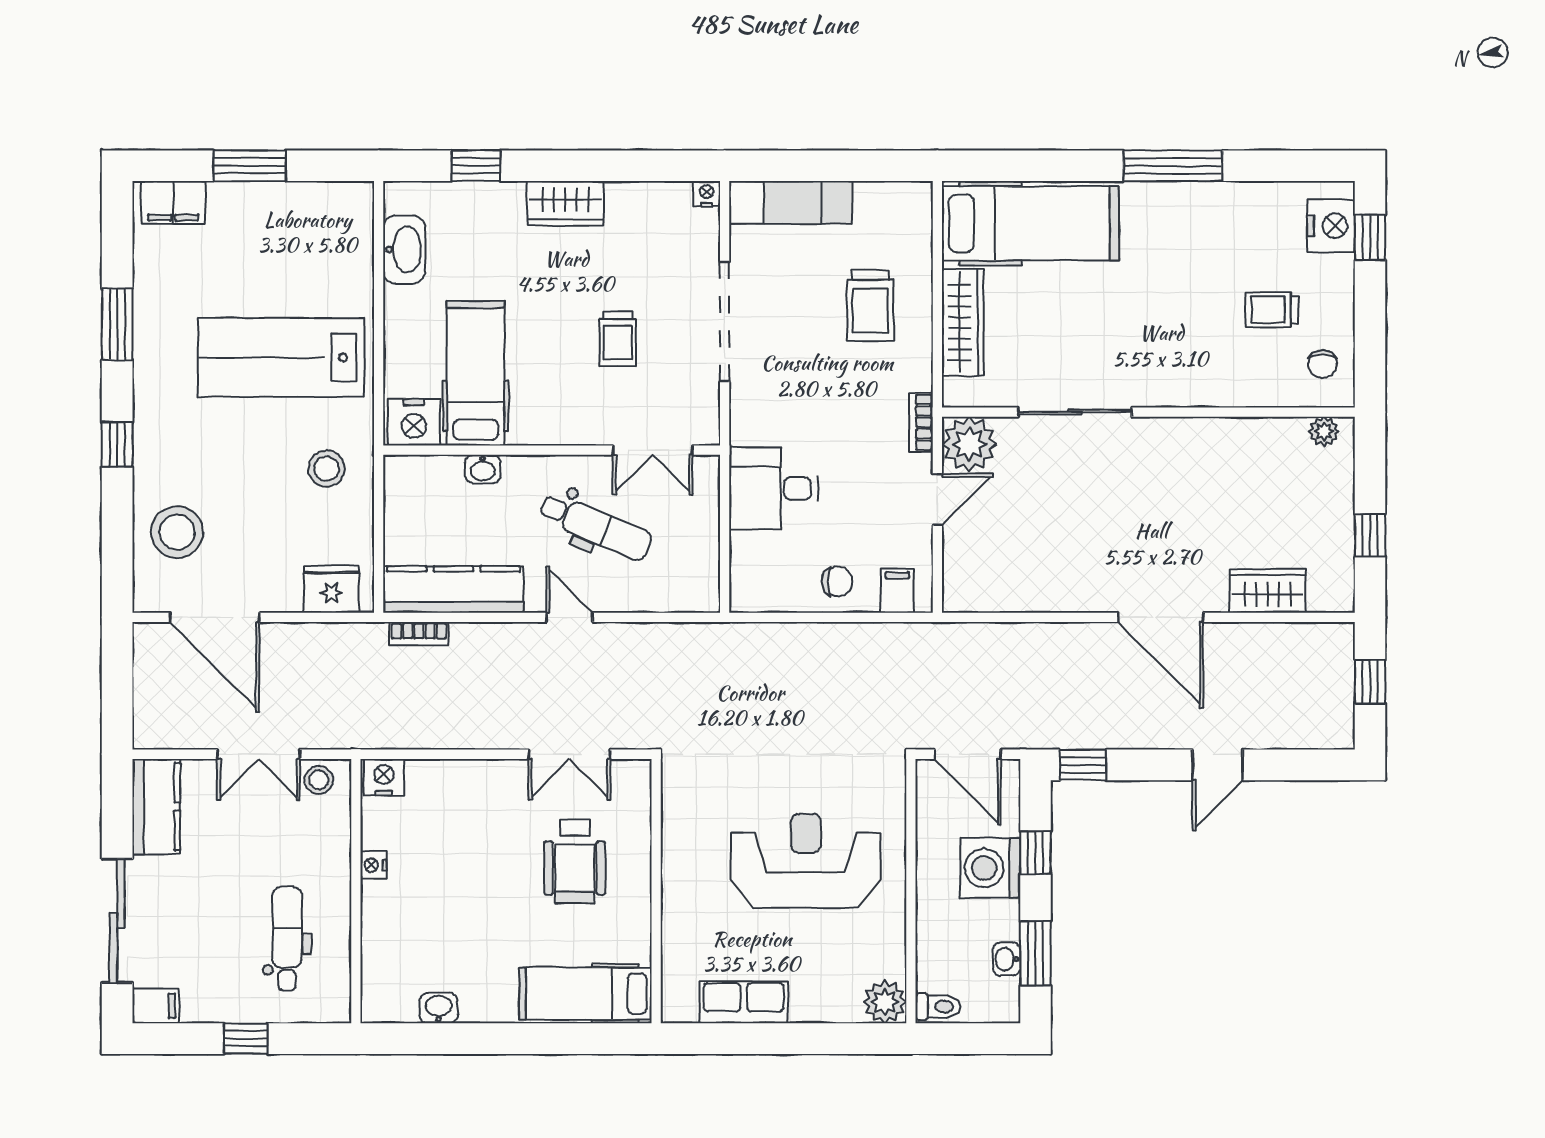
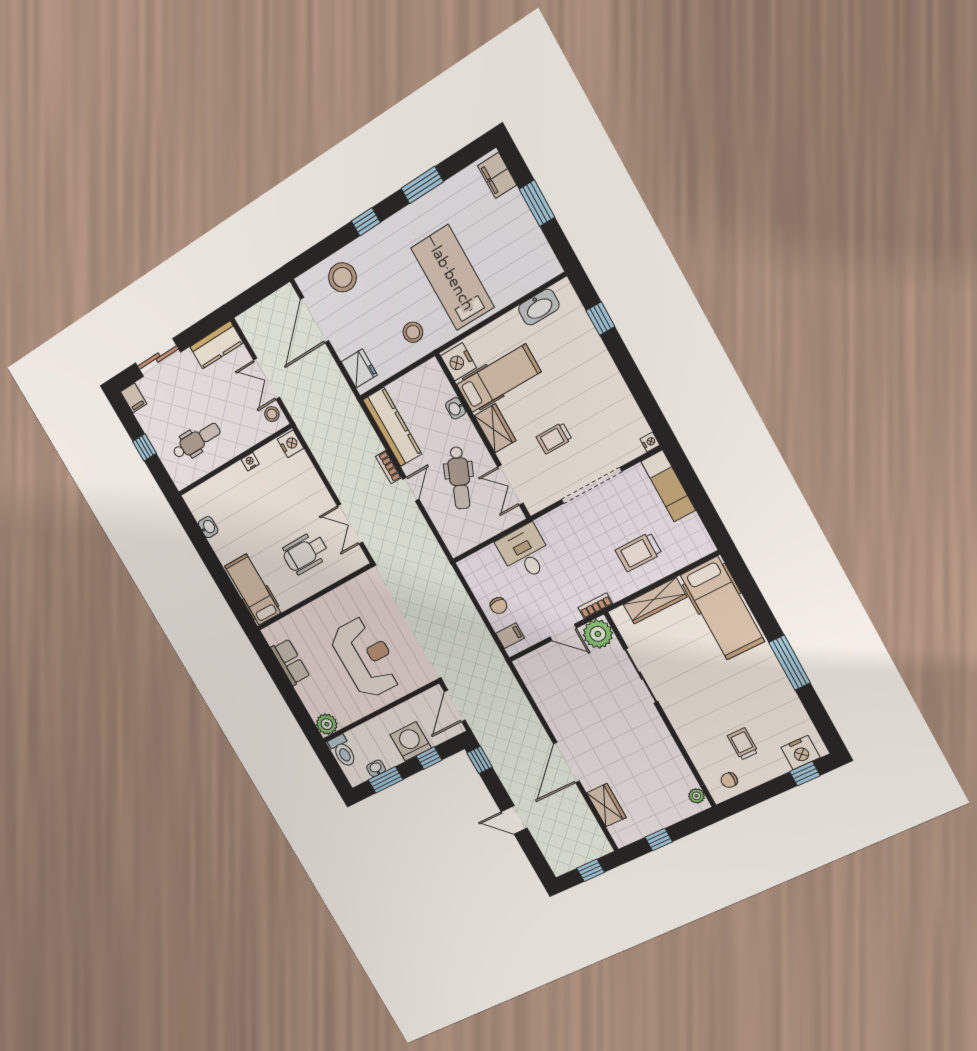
wardrobe: (565, 203) -> (495, 428), moved, turned 180
bookcase: (419, 634) -> (388, 467), moved
sliding door: (117, 921) -> (158, 358), width x0.73
toilet: (938, 1007) -> (343, 751), width x1.37, depth x1.39

